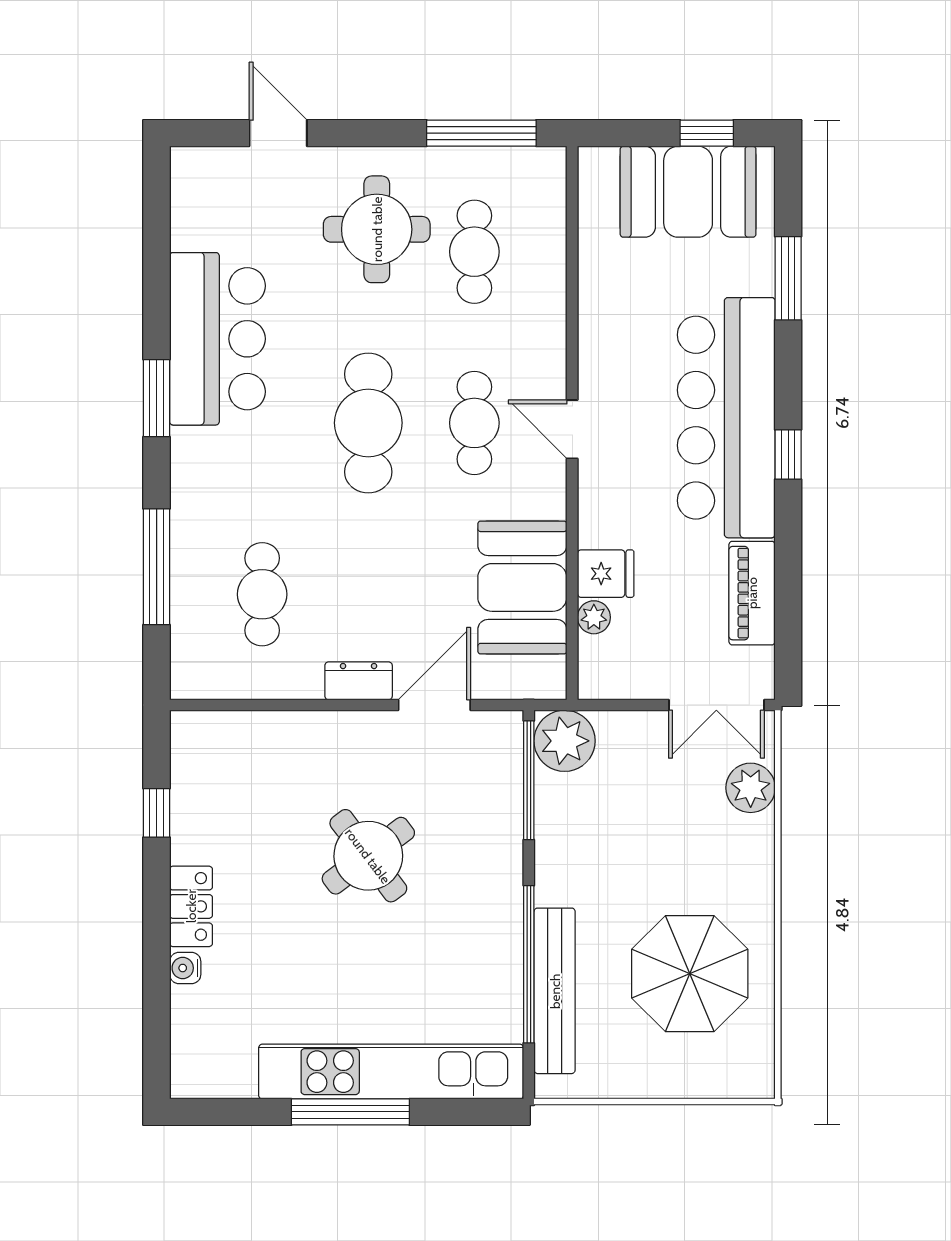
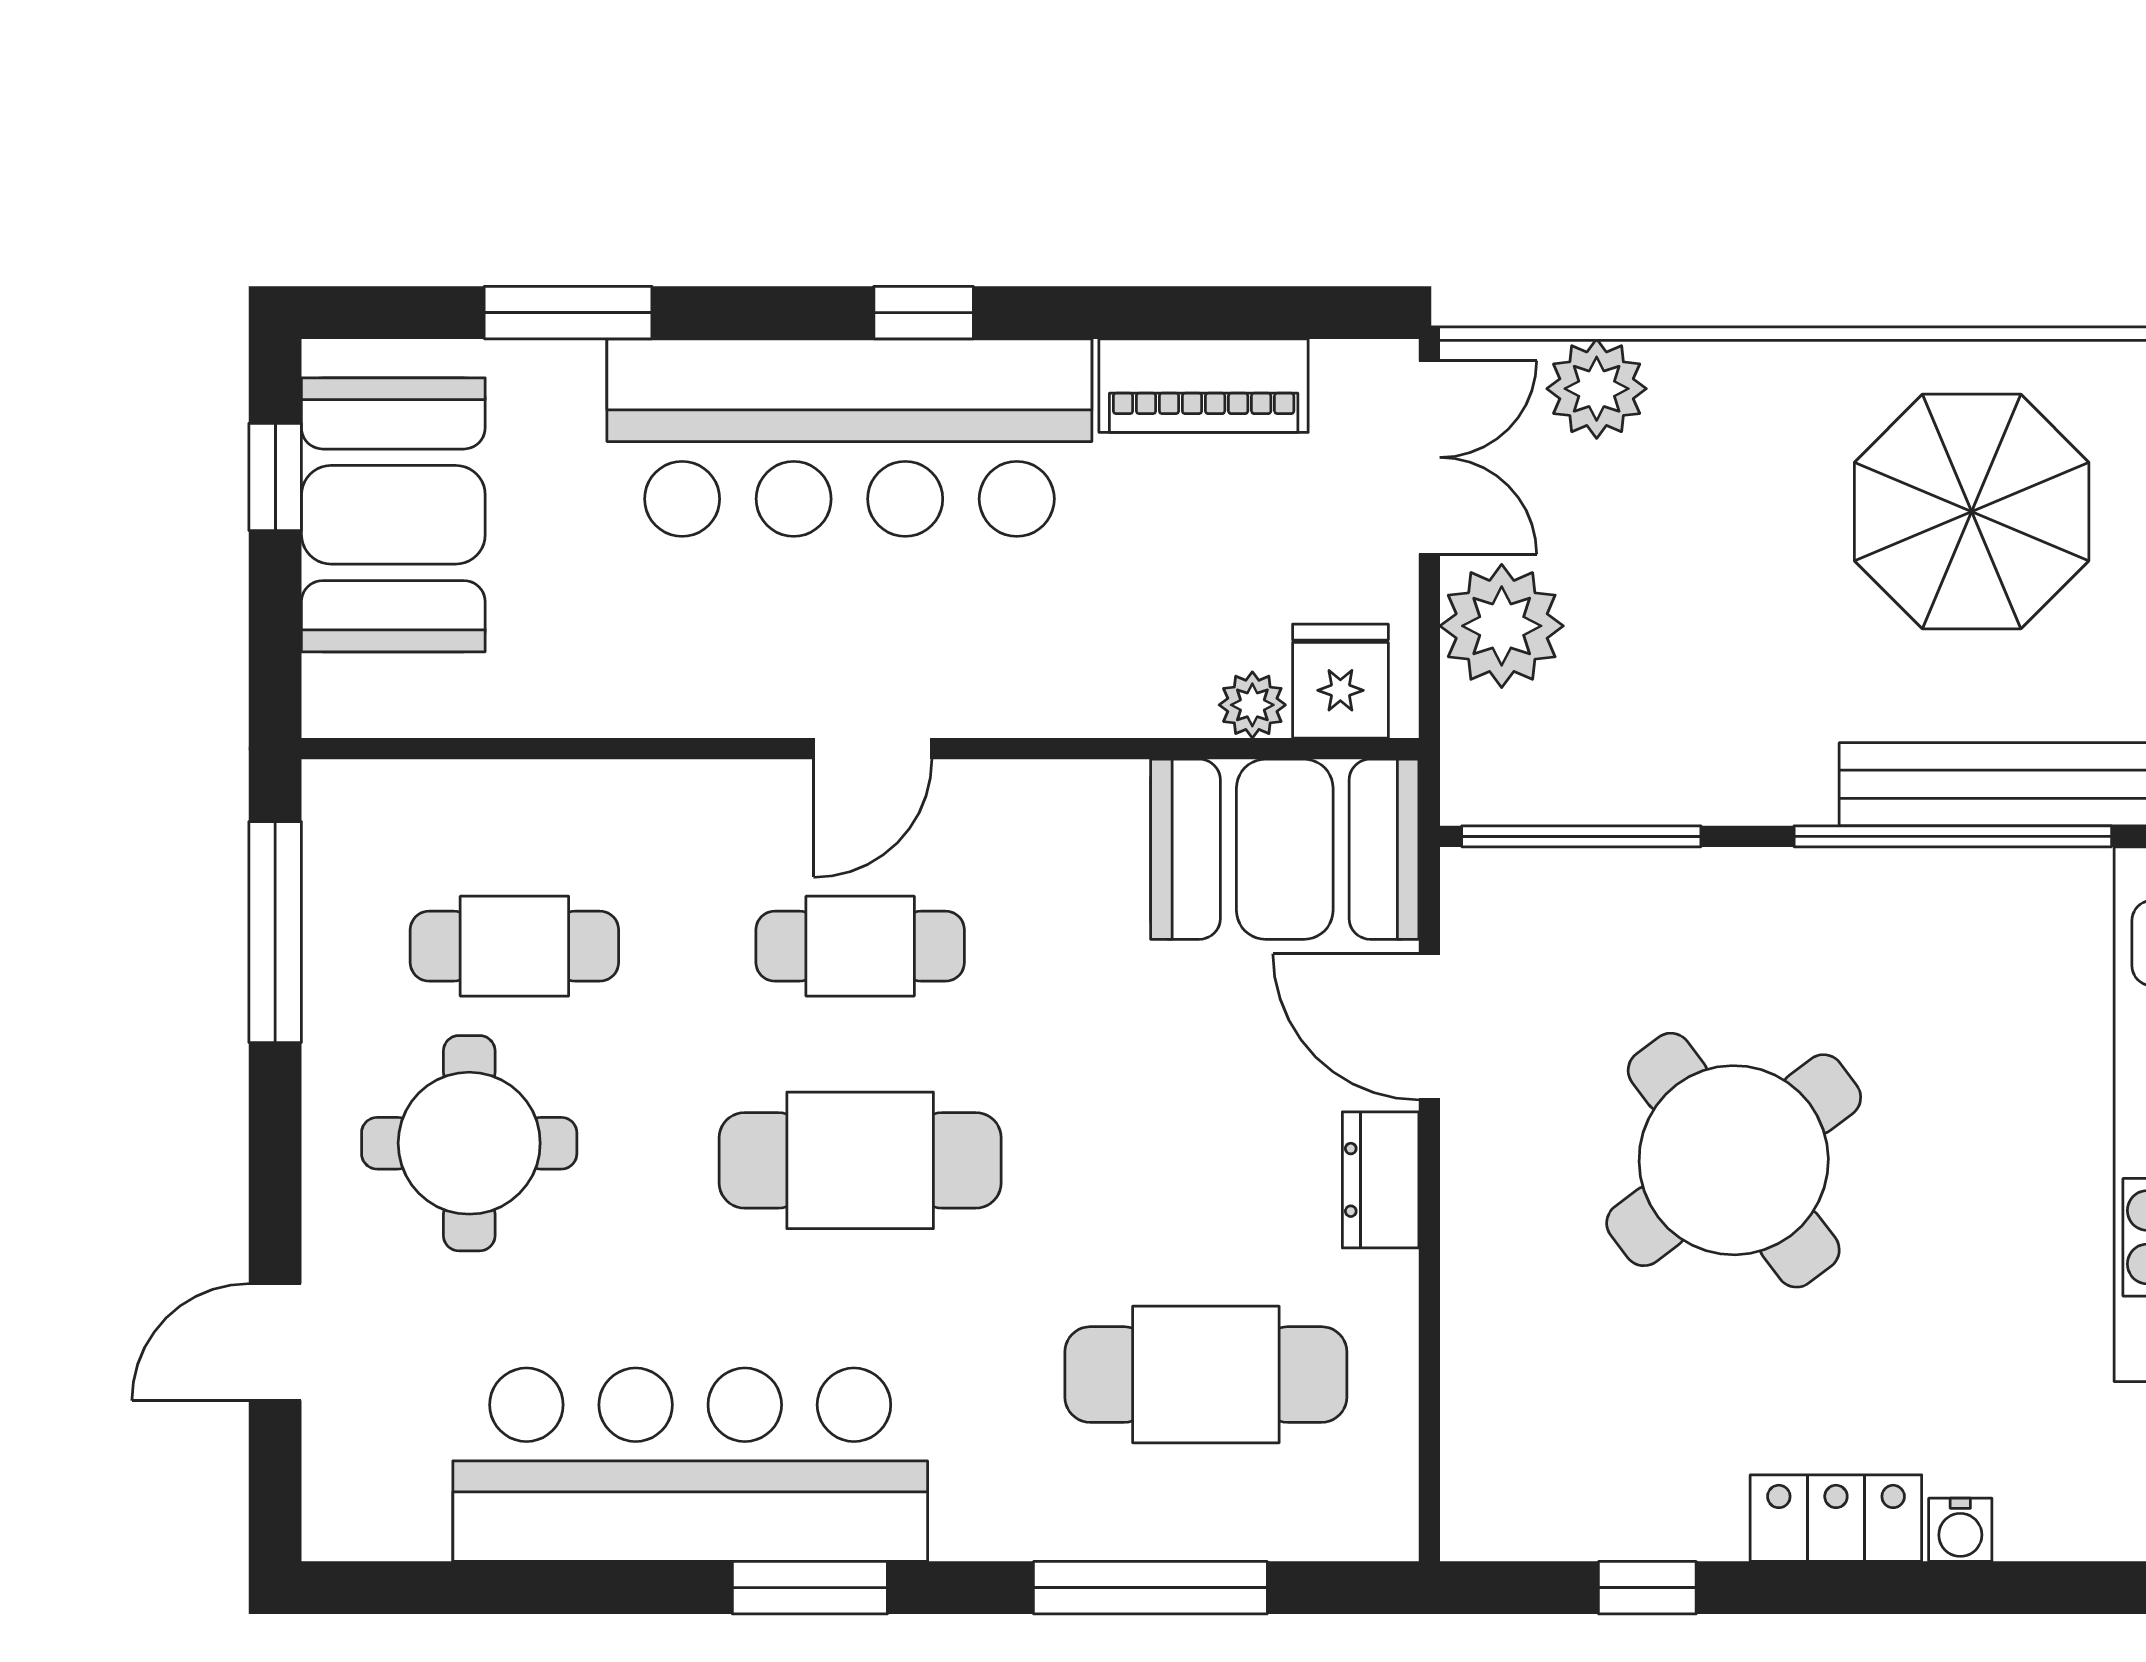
bar counter: (217, 339) -> (690, 1465), width x1.36
fridge: (606, 574) -> (1340, 681), moved
booth: (522, 587) -> (1285, 849), moved
cafe table: (262, 594) -> (1206, 1375), width x1.37, depth x1.35
plant: (565, 741) -> (1502, 626), moved
round table: (368, 856) -> (1734, 1160), width x1.36, depth x1.36

